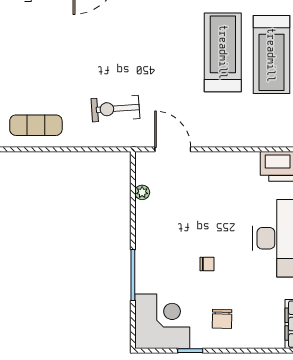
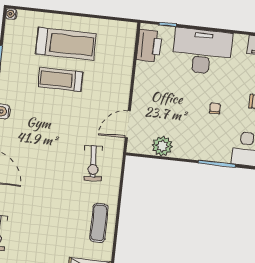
treadmill: (223, 52) -> (60, 79), width x0.73, depth x0.73
plant: (142, 192) -> (162, 146), width x1.88, depth x1.88

